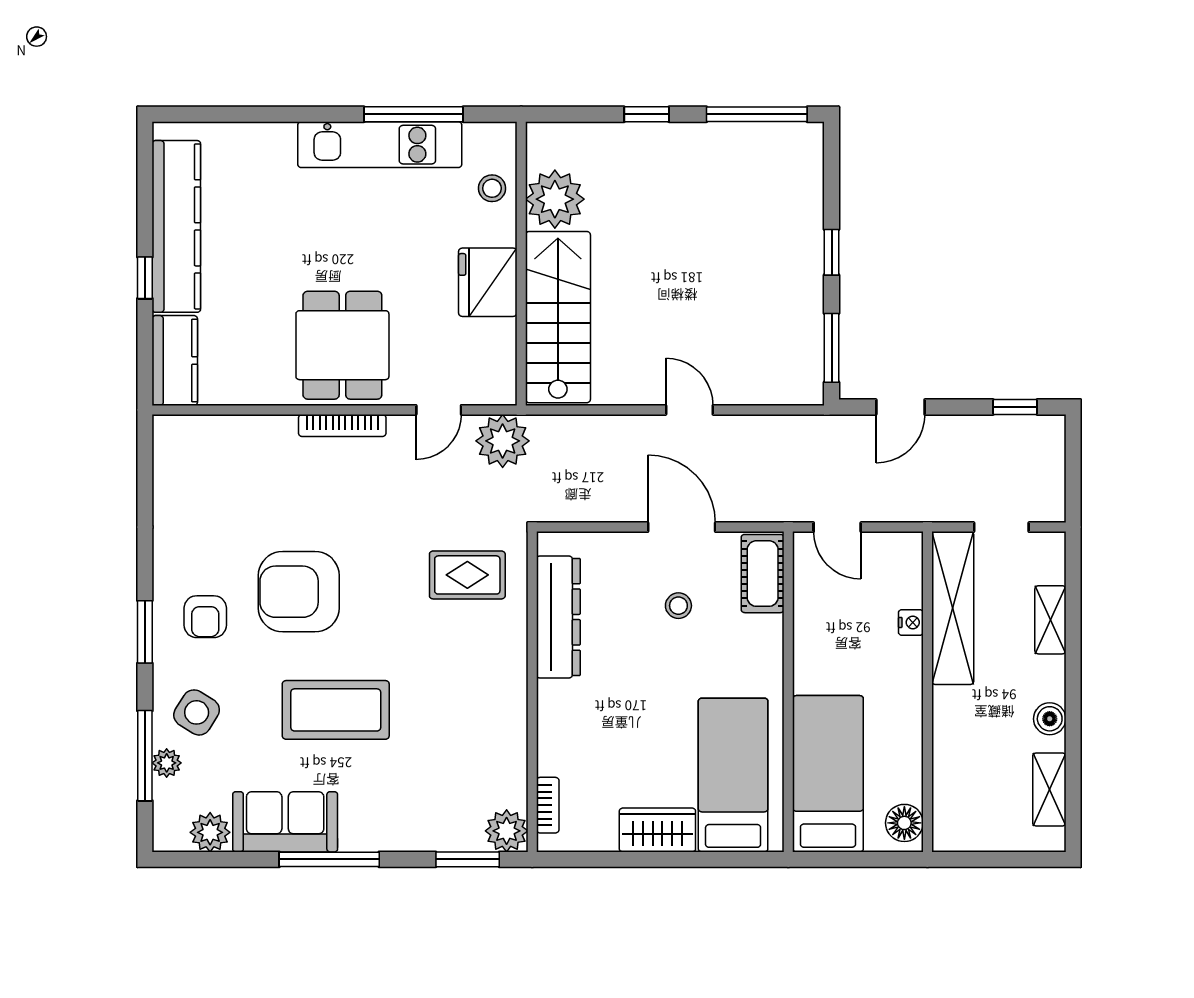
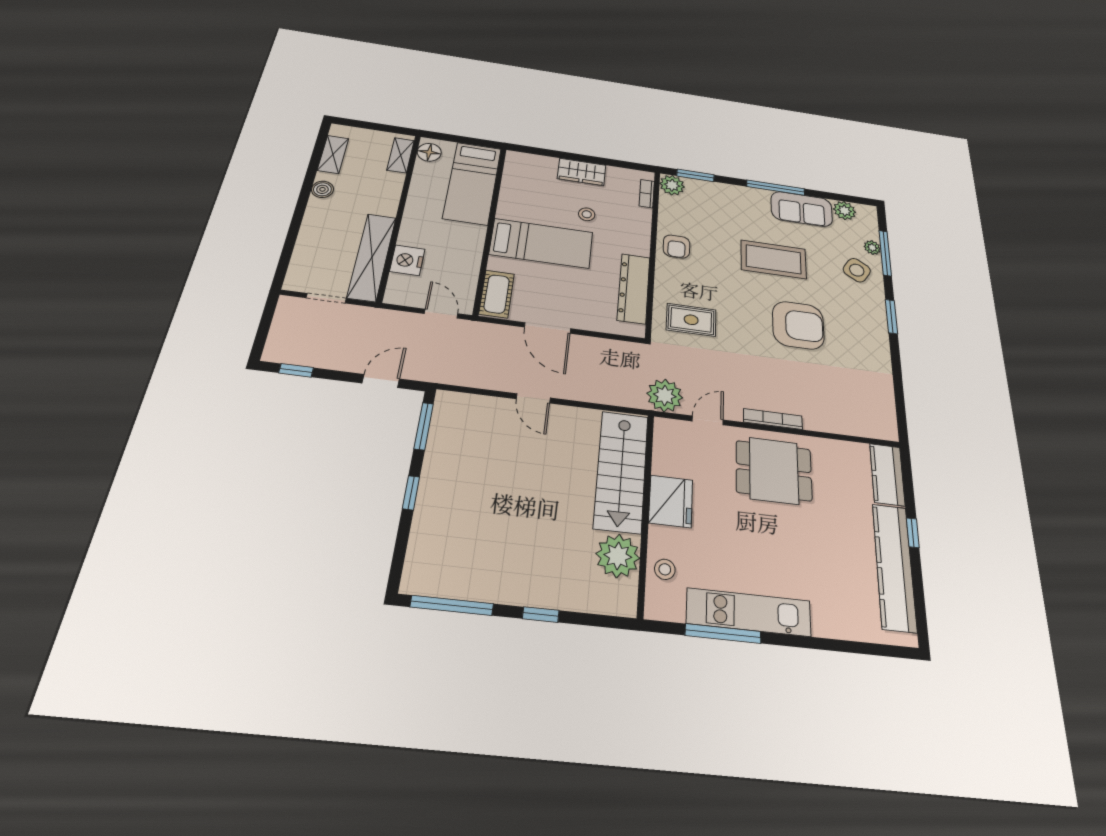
dining table: (342, 345) -> (774, 471), turned 90
stool: (678, 606) -> (587, 214), moved
armchair: (205, 617) -> (677, 246), moved, turned 180
shelving: (1050, 620) -> (401, 155), moved
nightstand: (911, 622) -> (407, 260), width x1.89, depth x1.79
bed: (733, 775) -> (541, 243), moved, turned -90

